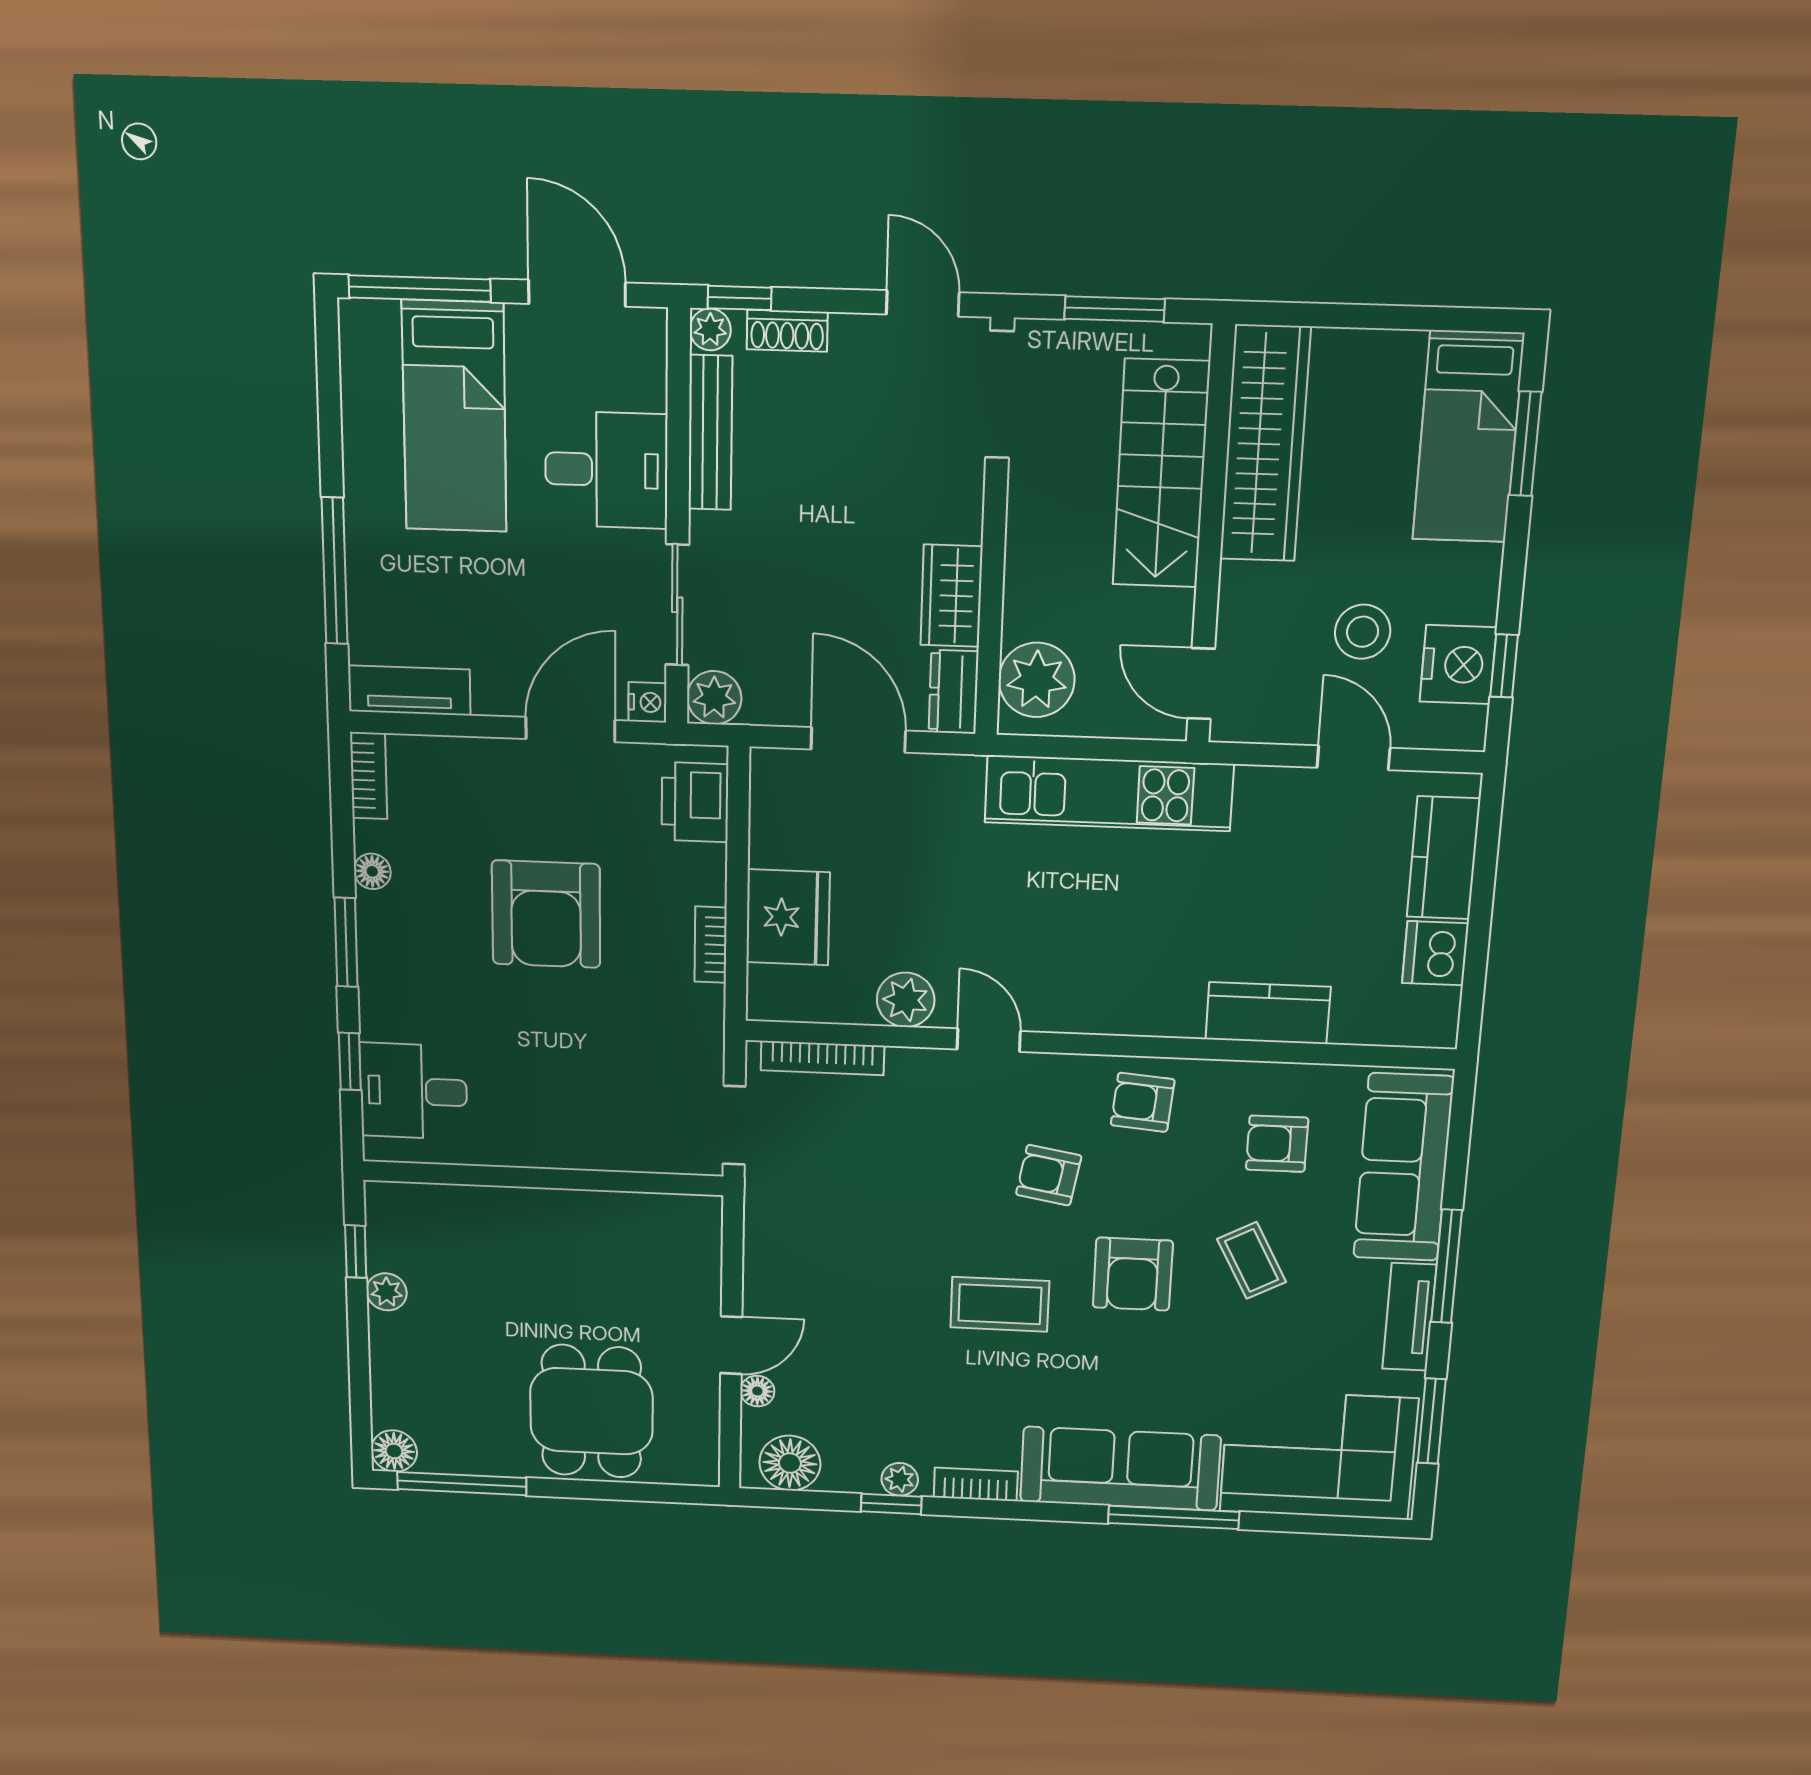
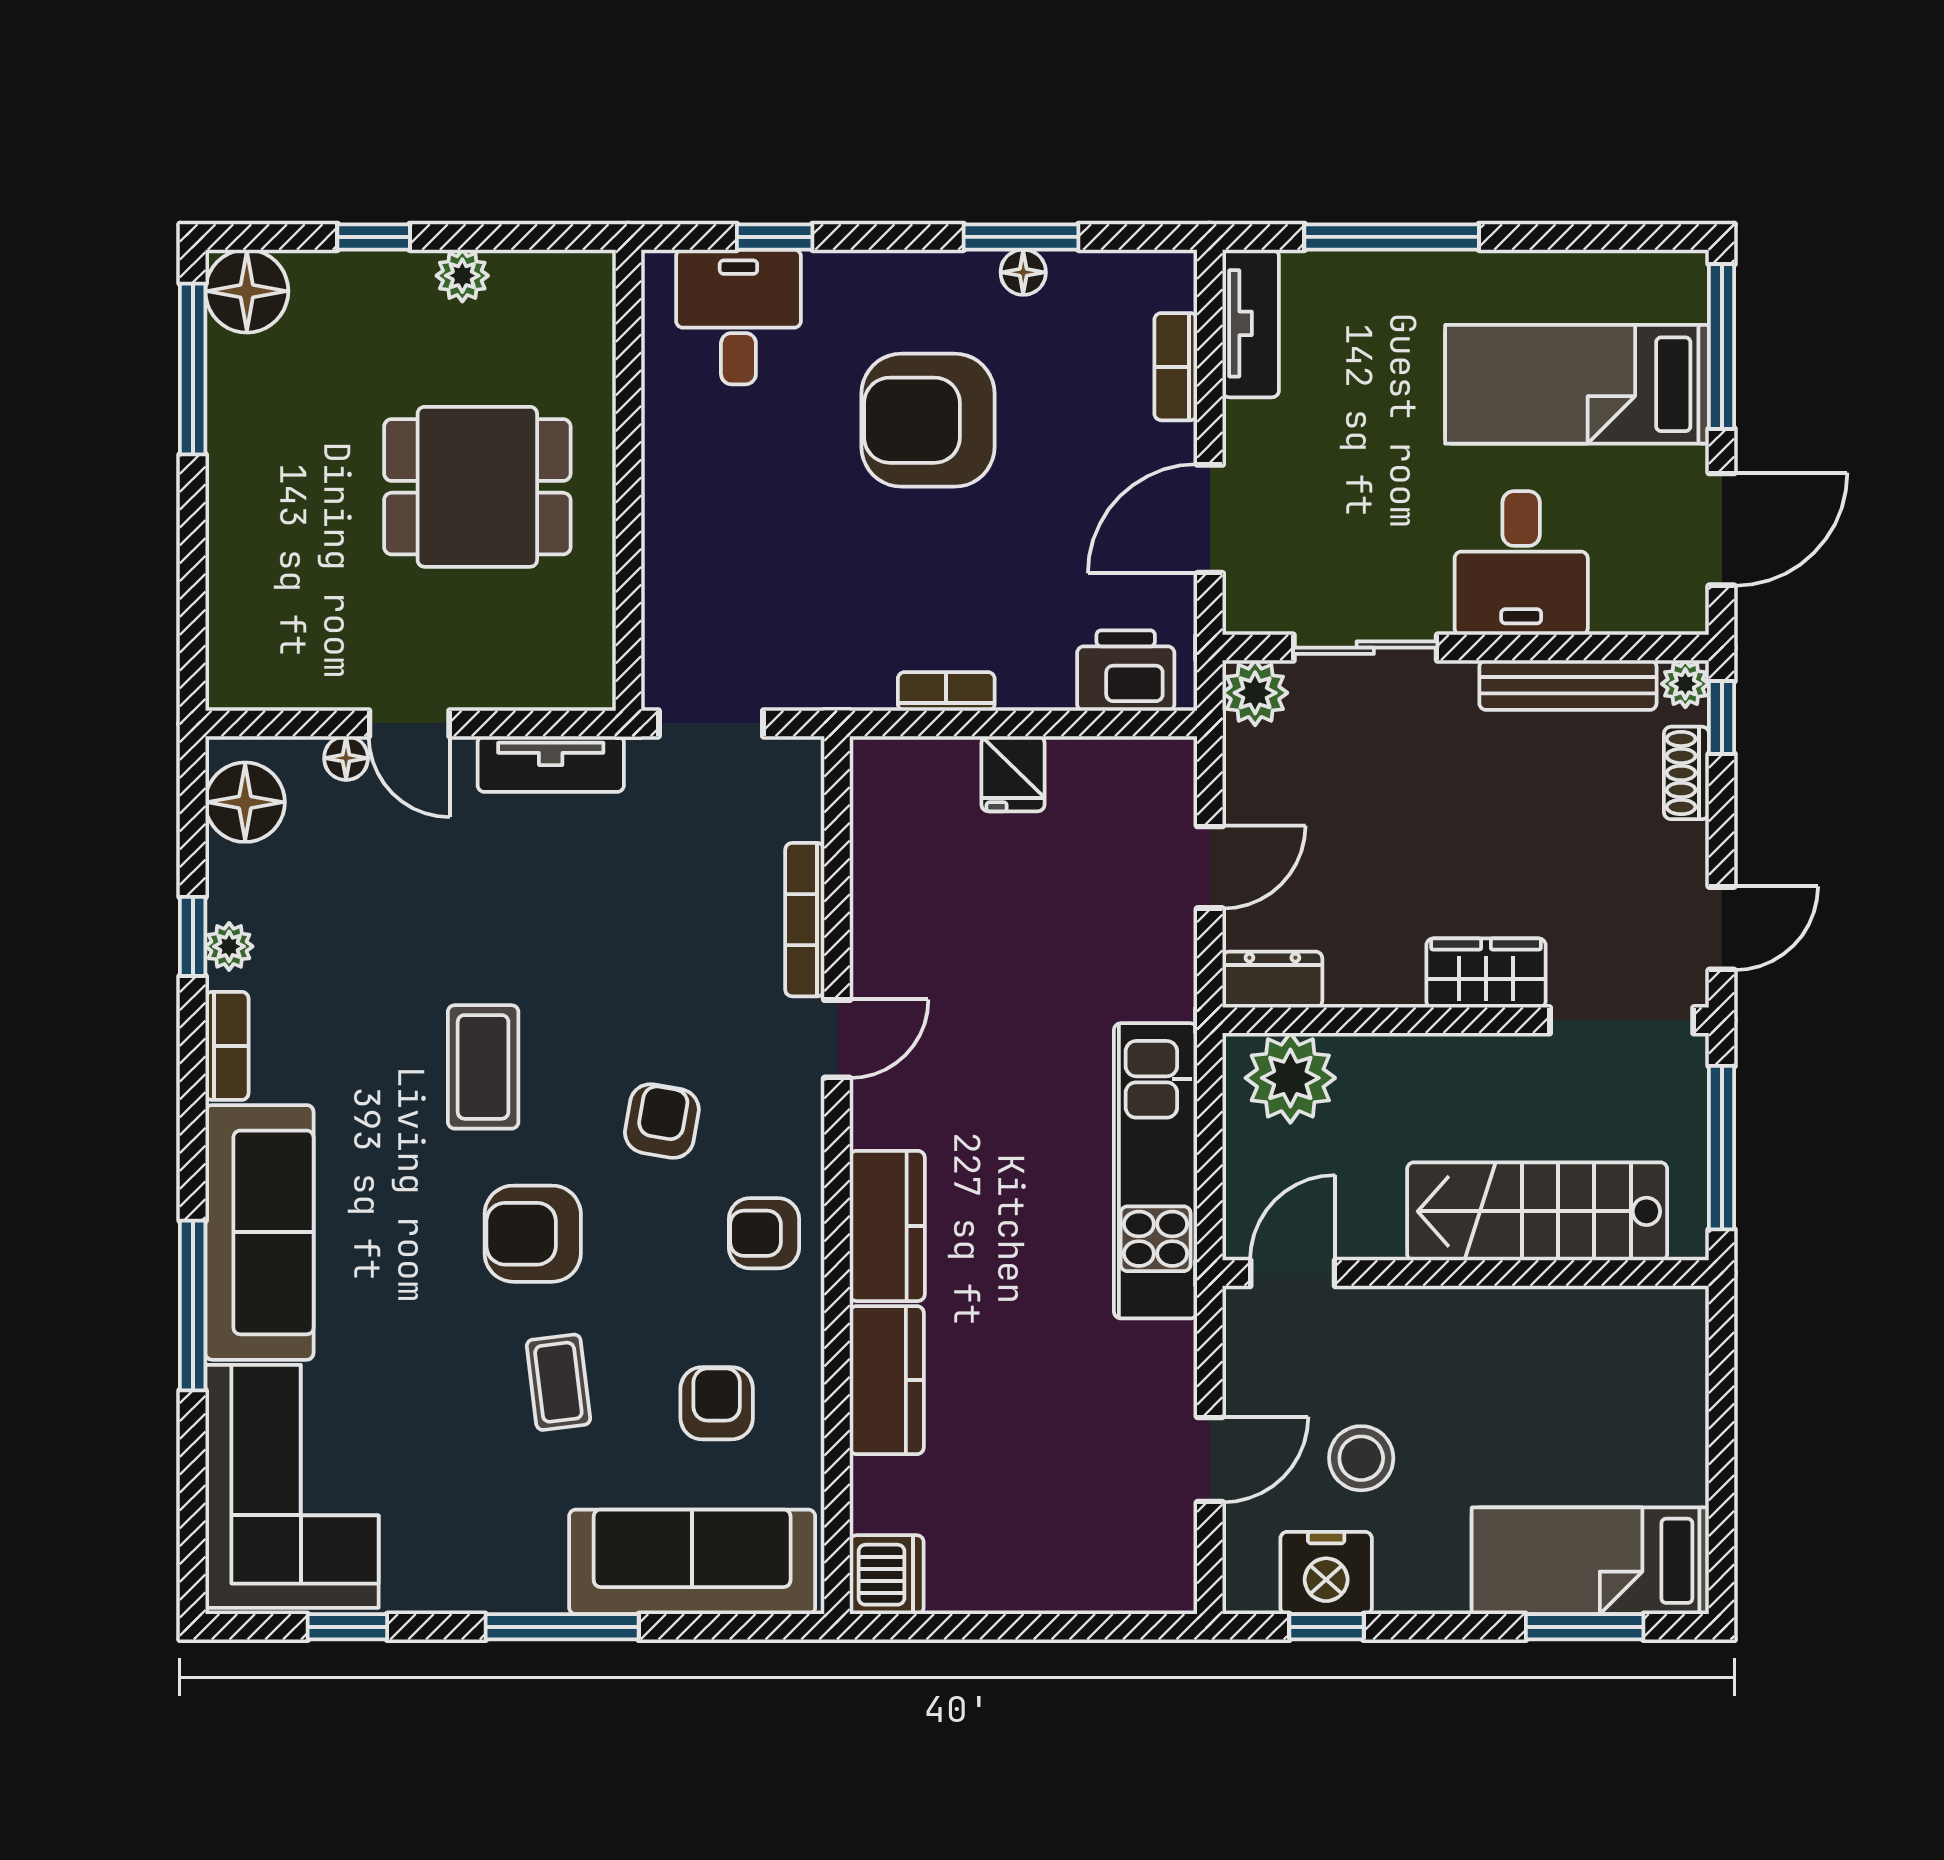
window: (1115, 309) -> (1722, 1148), width x1.44
wardrobe: (1265, 444) -> (1575, 1329), removed
wardrobe: (952, 596) -> (1486, 973), moved
nightstand: (647, 702) -> (1246, 612), removed
door: (570, 730) -> (1210, 519), swing flipped
door: (858, 740) -> (1210, 867), width x0.73
bookcase: (369, 776) -> (1176, 367), moved, turned 90
kitchen counter: (1444, 858) -> (887, 1226), moved, turned 90
armchair: (546, 914) -> (928, 420), moved
fridge: (788, 917) -> (1013, 774), width x0.53, depth x0.75
window: (346, 942) -> (1021, 237), moved
dishwasher: (1435, 953) -> (887, 1575), moved, turned 90
plant: (906, 1000) -> (885, 934), removed
bookcase: (822, 1058) -> (805, 920), moved
armchair: (1143, 1102) -> (764, 1233), turned -95
window: (356, 1251) -> (374, 237), moved
coffee table: (1252, 1260) -> (558, 1382), turned -69
tv unit: (1409, 1317) -> (551, 764), moved, turned 180
dining table: (591, 1411) -> (477, 487), moved
window: (1432, 1421) -> (347, 1627), width x0.67
floor lamp: (394, 1451) -> (247, 291), width x1.38, depth x1.38

